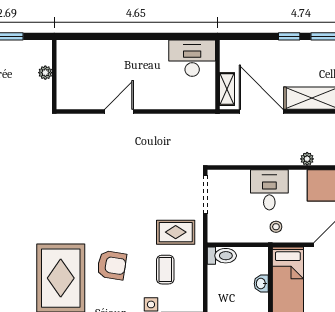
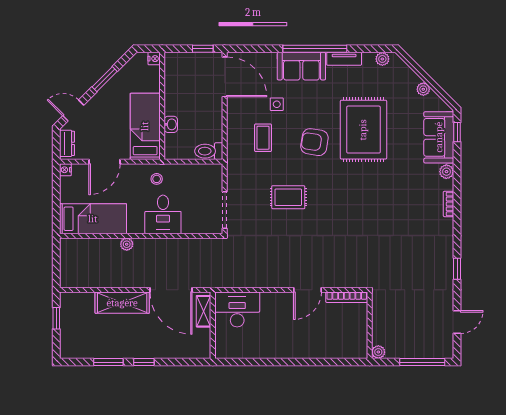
desk: (192, 58) -> (237, 309), moved, turned 180
plant: (45, 73) -> (378, 352), moved
bookcase: (78, 104) -> (347, 297), added
rug: (176, 232) -> (288, 197), moved

